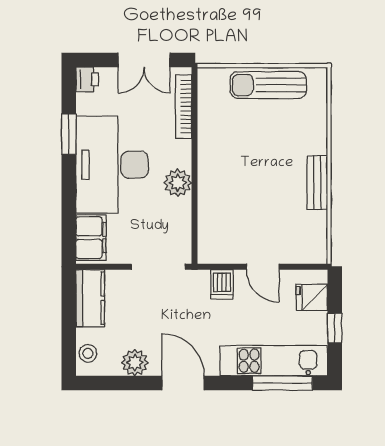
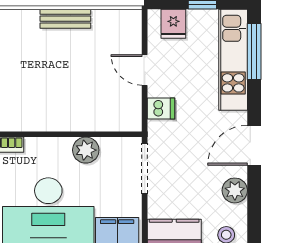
plant: (178, 183) -> (86, 150), moved
door: (263, 267) -> (145, 70), swing flipped

